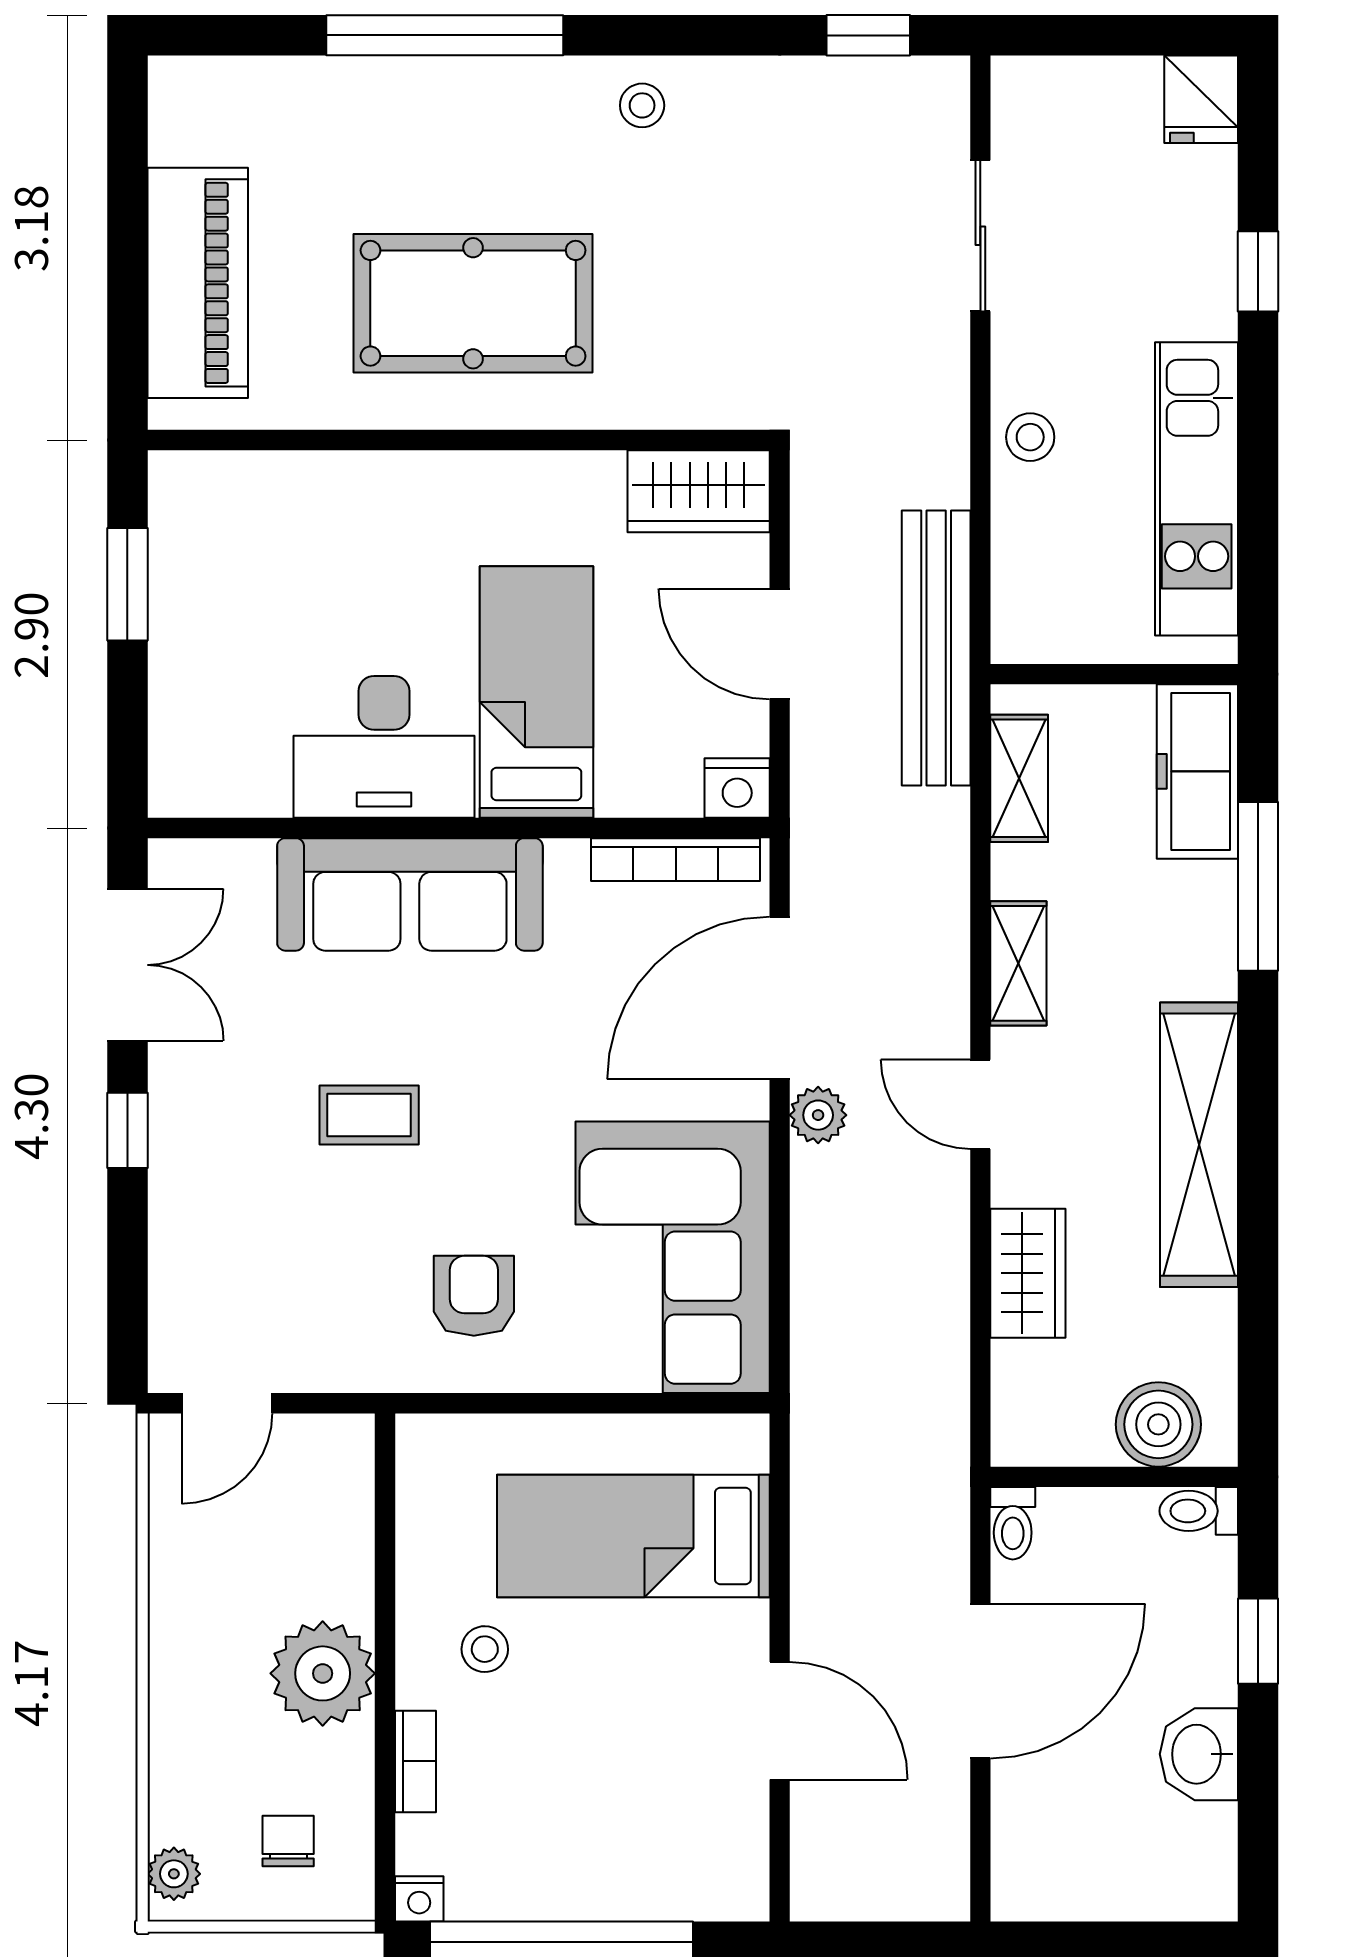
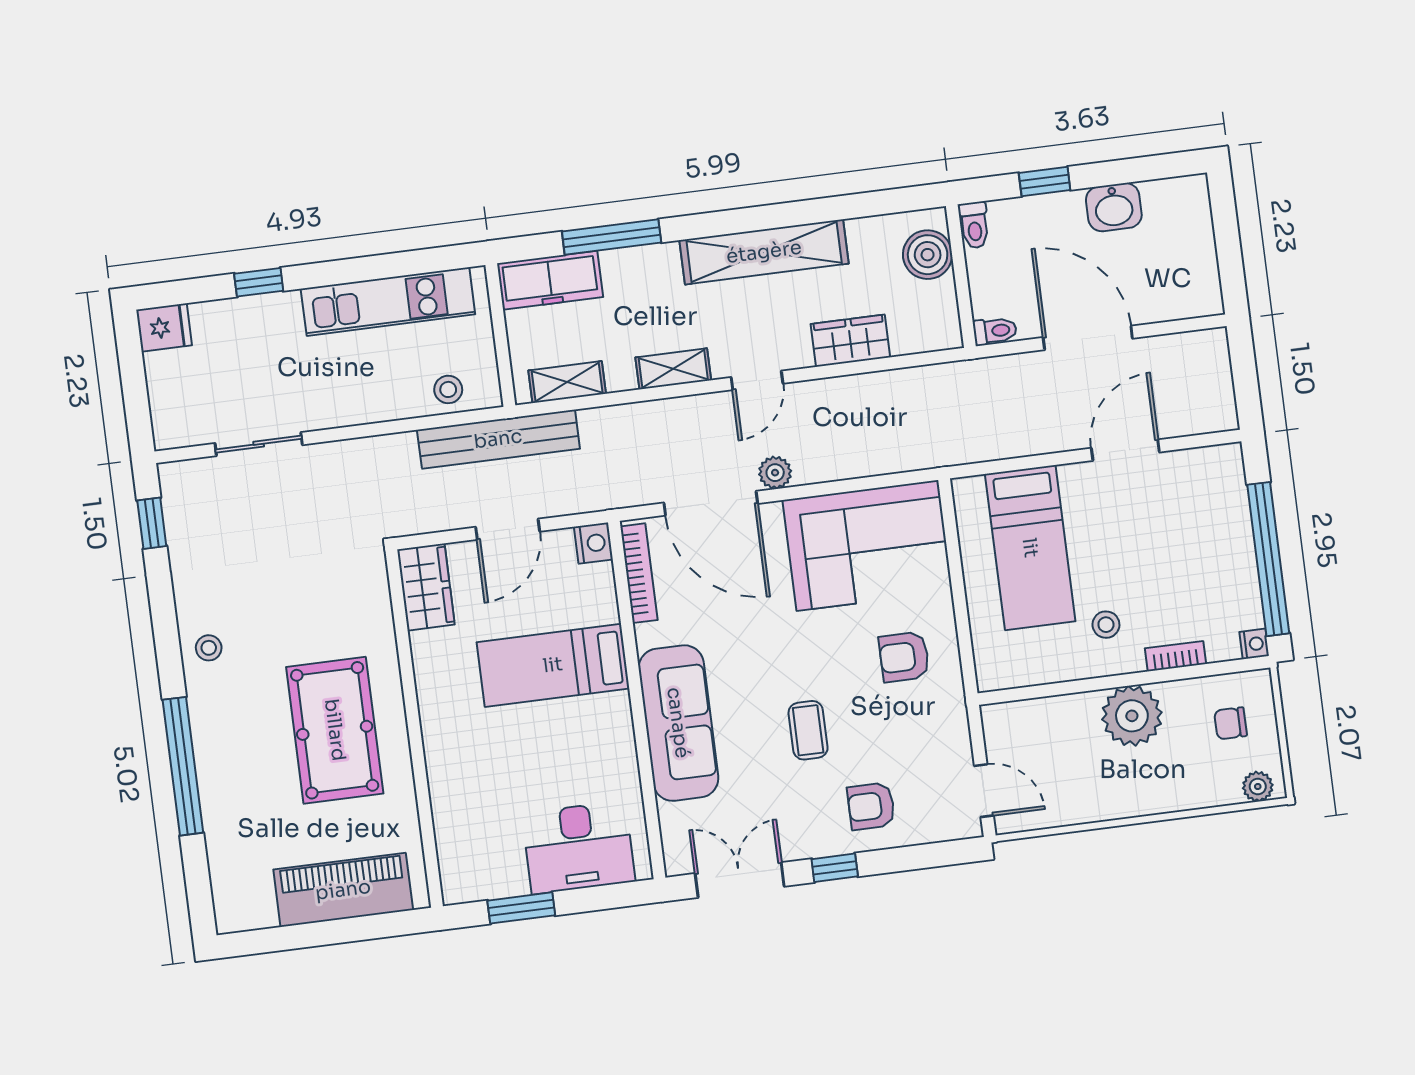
stool: (1030, 437) -> (448, 389), moved
desk: (384, 747) -> (579, 847), moved, turned 90
armchair: (225, 1206) -> (871, 806), added

